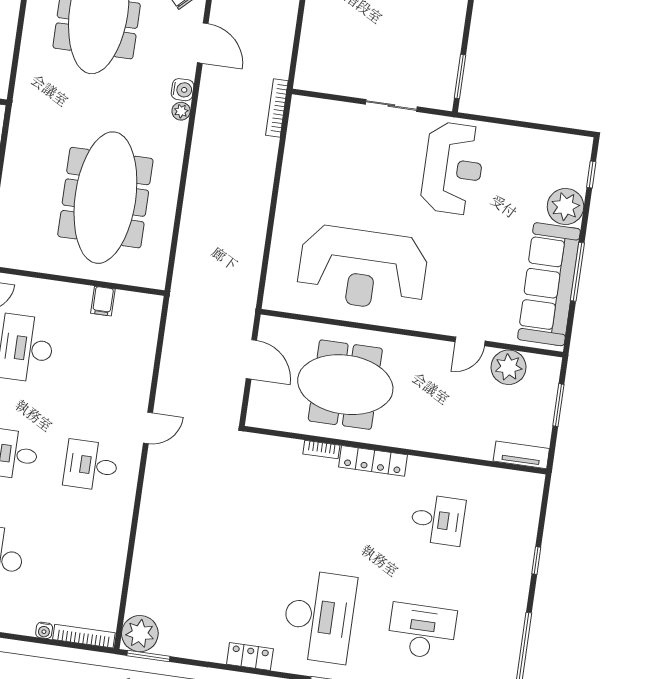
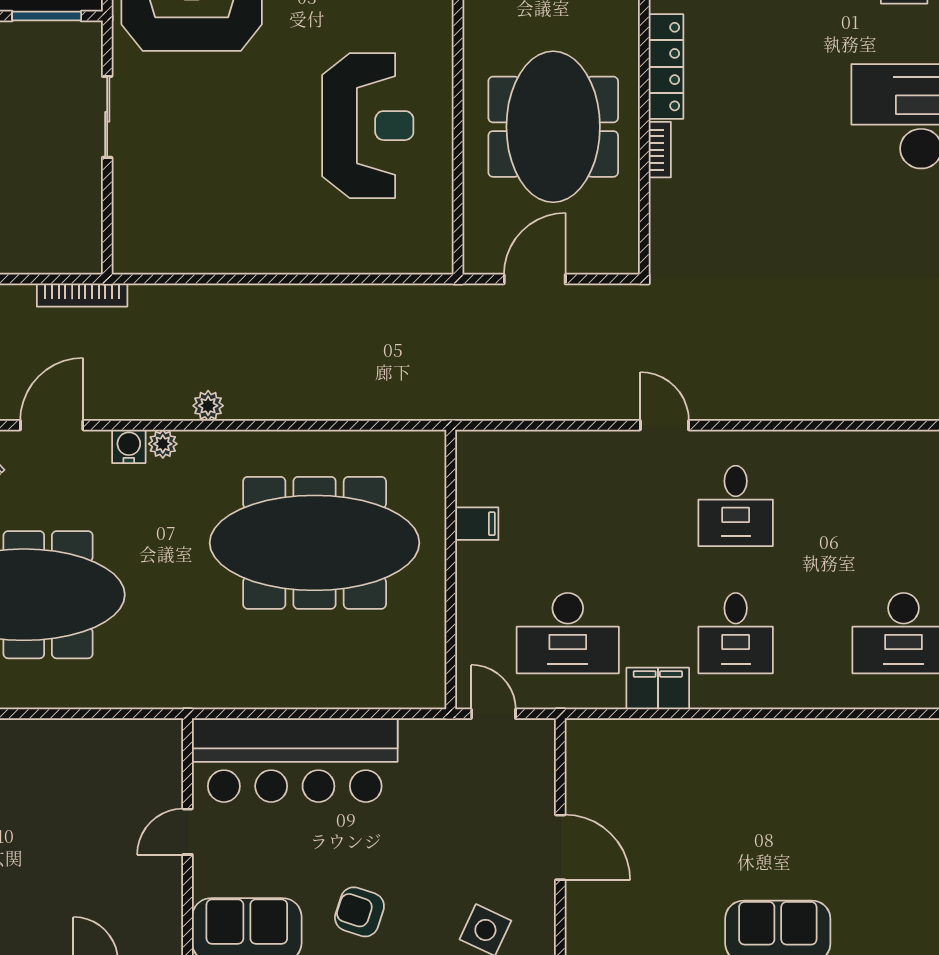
bookcase: (277, 108) -> (82, 295), moved
plant: (201, 143) -> (208, 406), added
reception desk: (363, 268) -> (368, 126), width x0.74, depth x0.77

